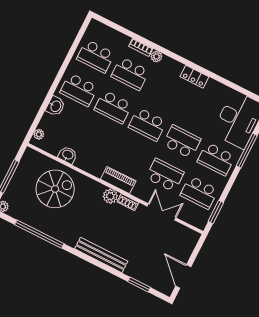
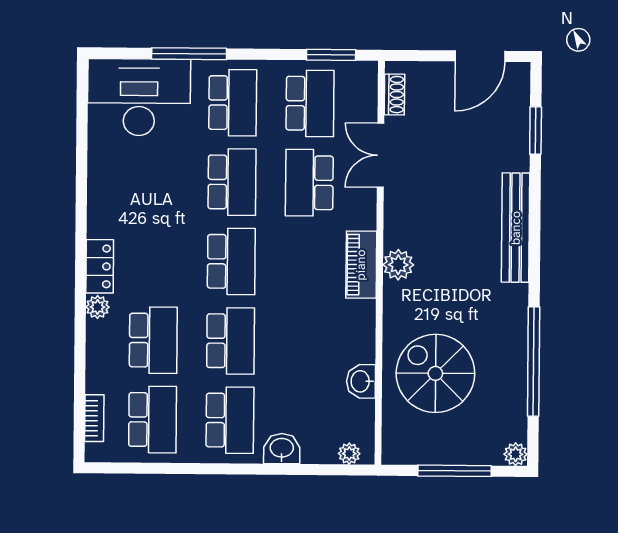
bookcase: (141, 47) -> (94, 418), moved
locker: (194, 77) -> (100, 266), moved
school desk: (182, 142) -> (232, 182), turned 180
shoe rack: (128, 202) -> (394, 95), moved

